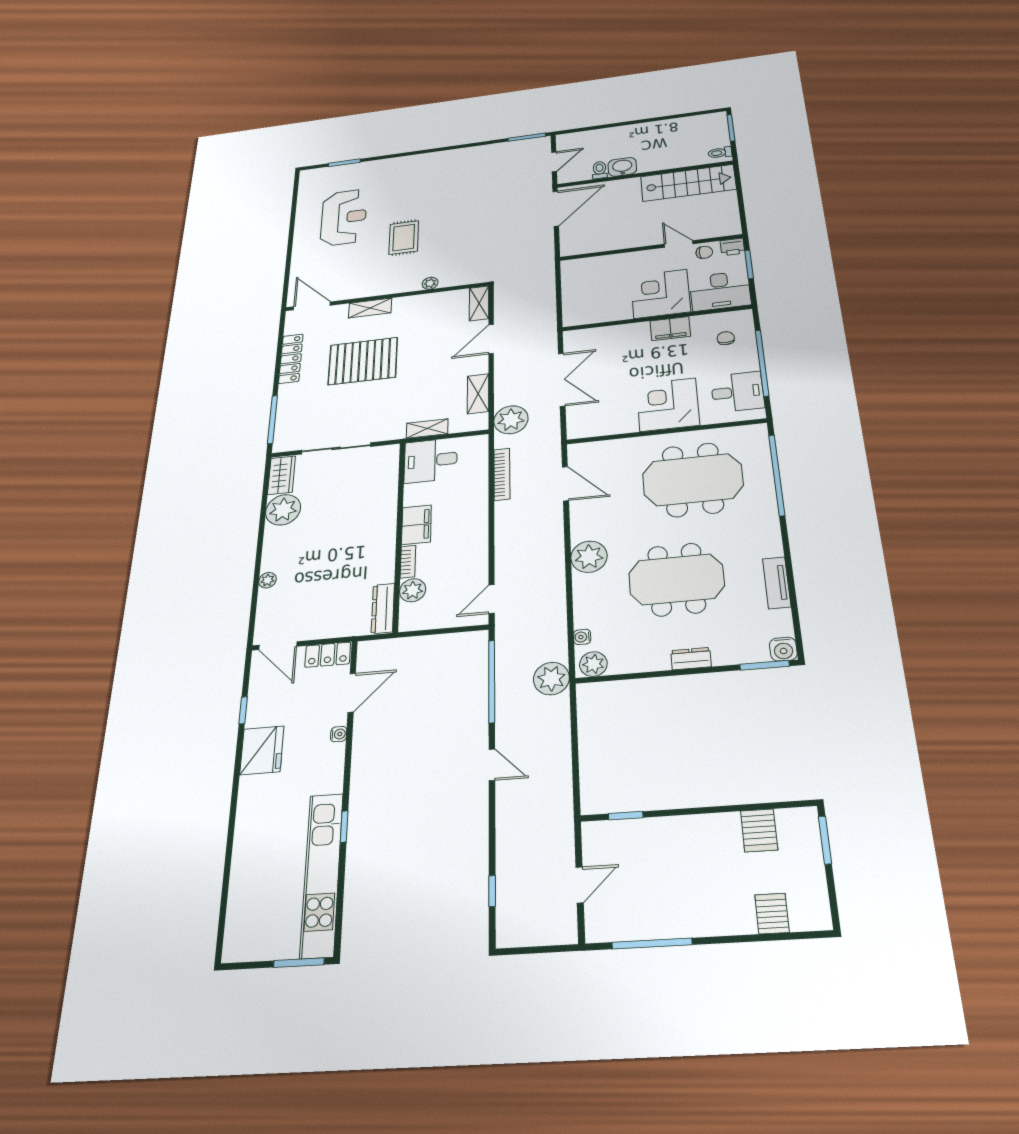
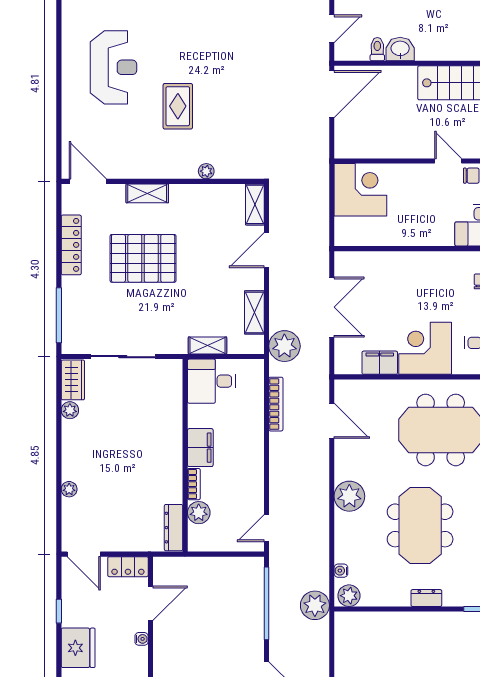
corner desk: (660, 294) -> (360, 190), moved, turned 90
filing cabinet: (670, 329) -> (380, 363), moved, turned 180
plant: (283, 510) -> (70, 410), width x0.53, depth x0.53
meeting table: (676, 579) -> (420, 525), turned 90

